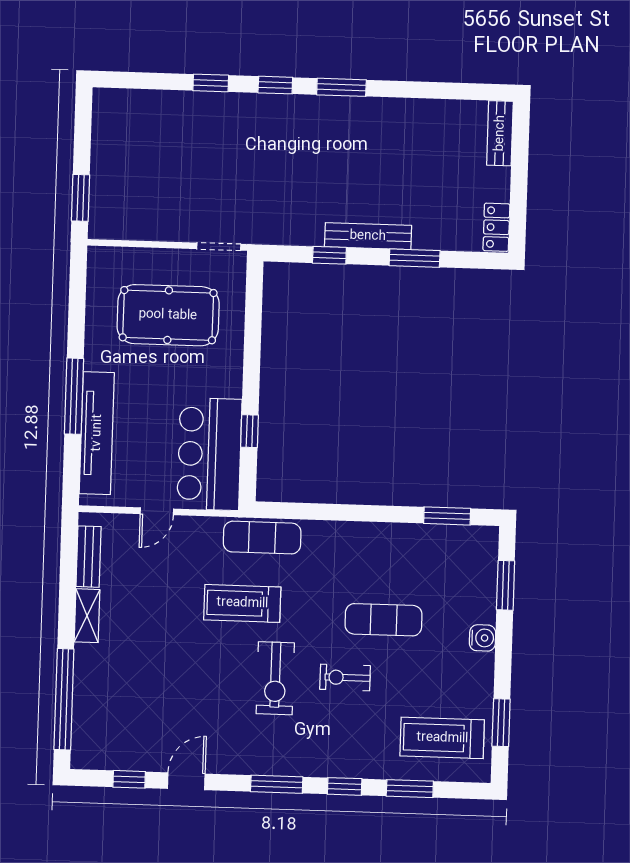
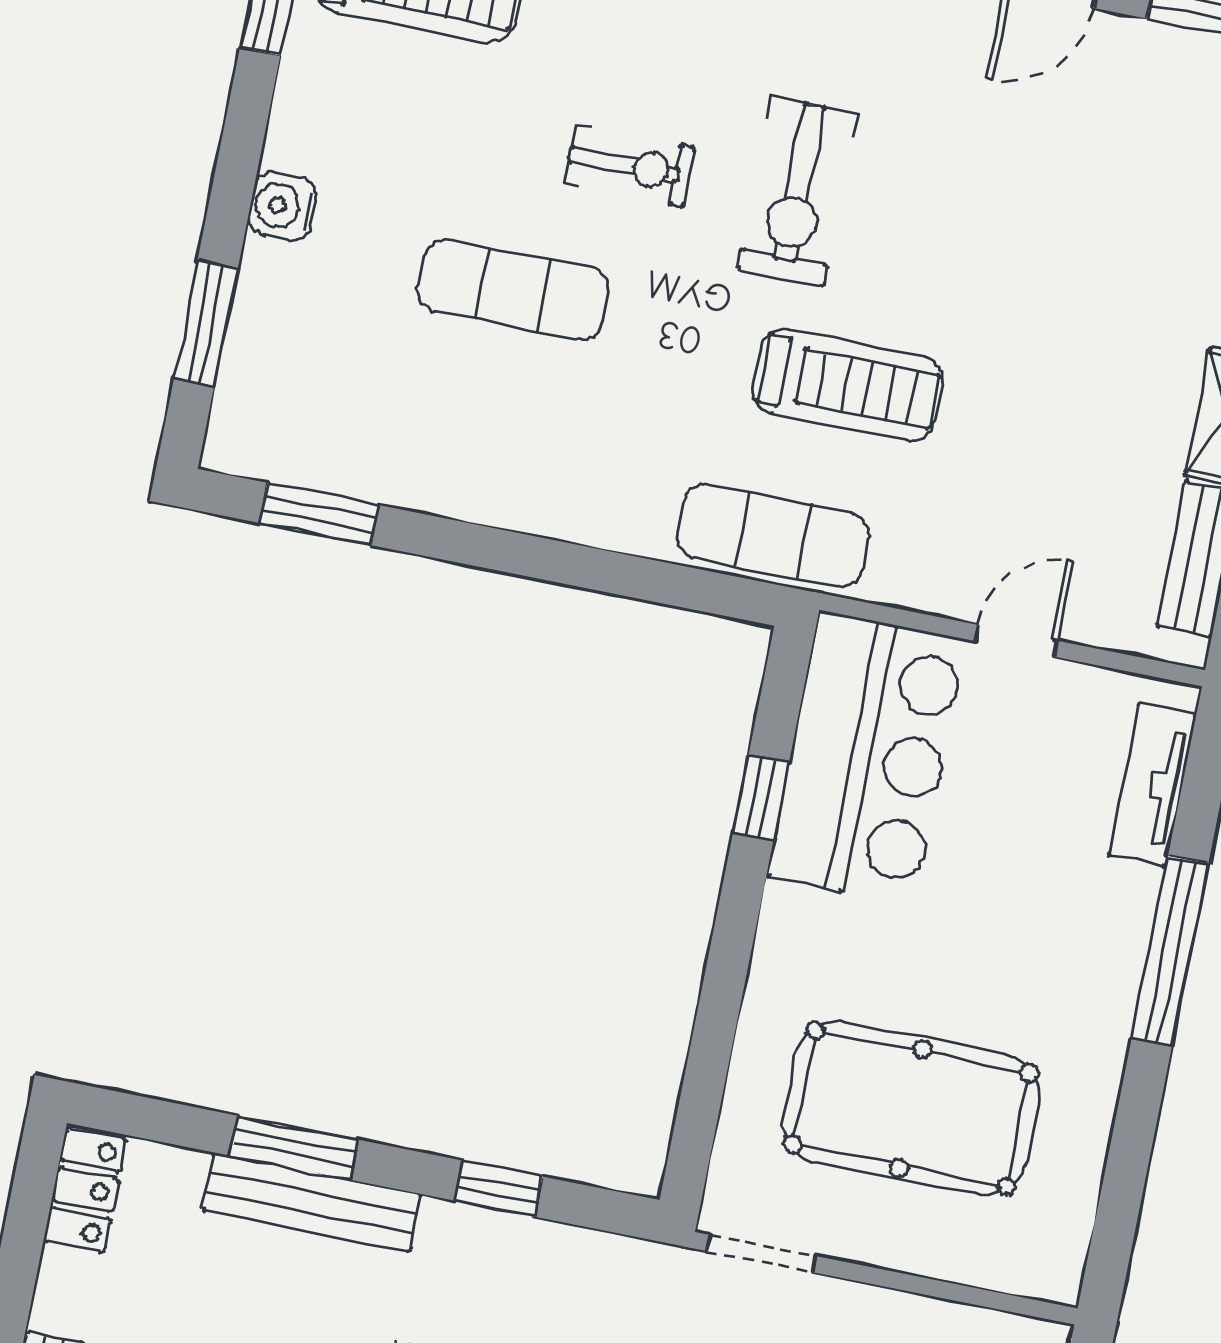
bench: (368, 236) -> (312, 1202), moved
tv unit: (97, 433) -> (1152, 785), width x0.52, depth x0.78
exercise bike: (275, 678) -> (798, 191), turned 180

